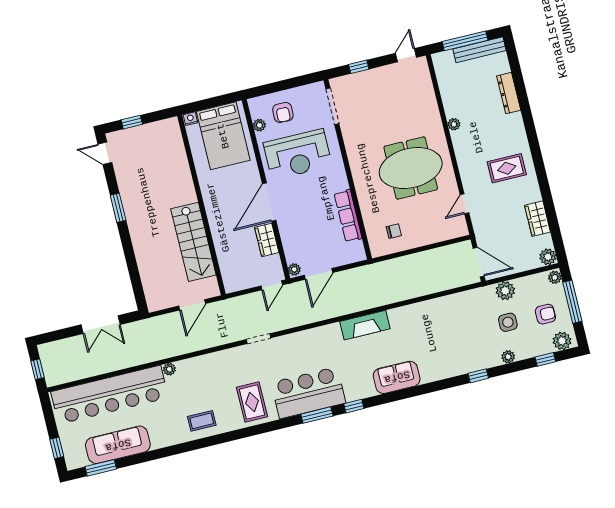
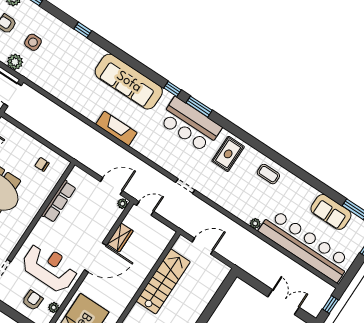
double door: (101, 325) -> (283, 302), moved
plant: (508, 357) -> (54, 22), removed
sofa: (397, 377) -> (129, 82), width x1.85, depth x1.27
sofa: (118, 445) -> (331, 212), width x0.73

